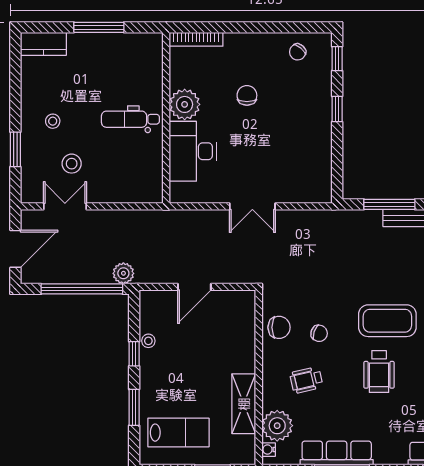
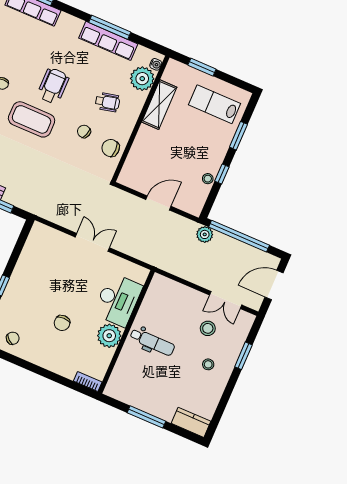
bookcase: (196, 39) -> (88, 382), width x0.64

